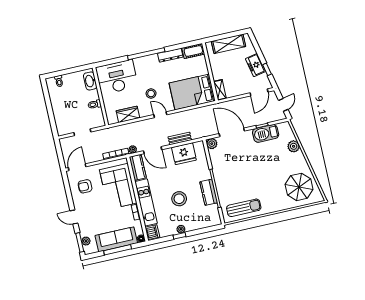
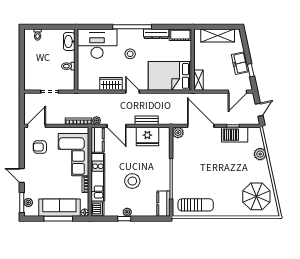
stool: (151, 94) -> (130, 54), moved
wardrobe: (128, 114) -> (111, 84), moved
kitchen counter: (208, 192) -> (163, 204), moved

